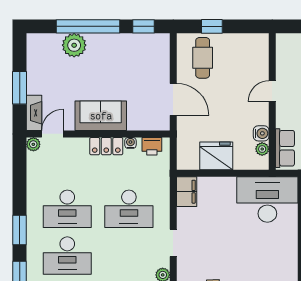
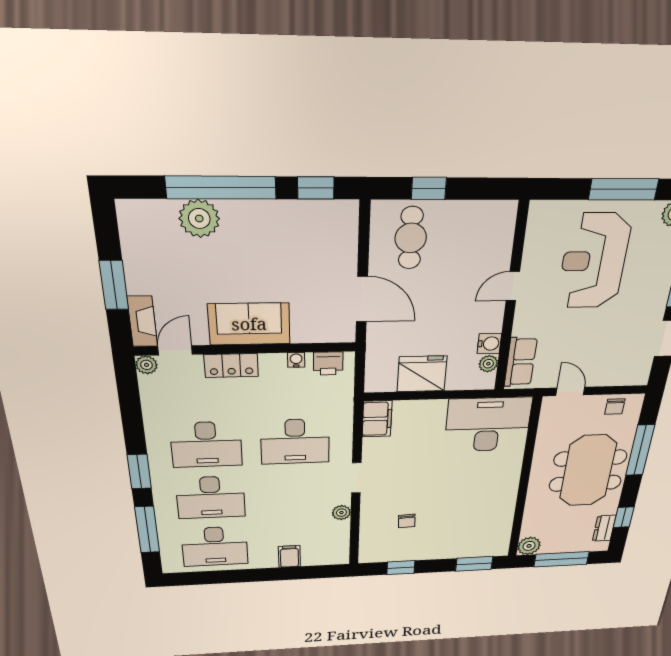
locker: (106, 146) -> (231, 365), moved

